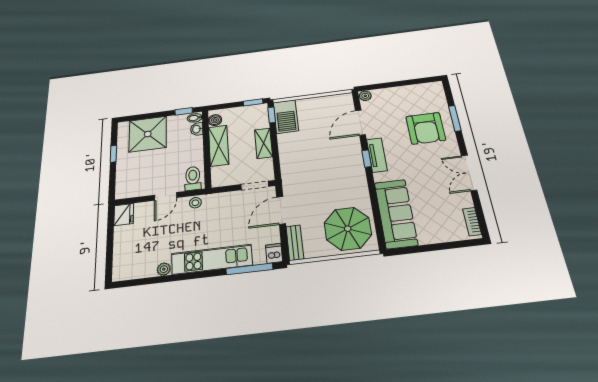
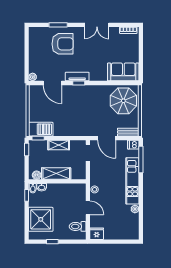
toilet: (193, 178) -> (78, 226), moved
sofa: (396, 214) -> (123, 72), width x0.73

